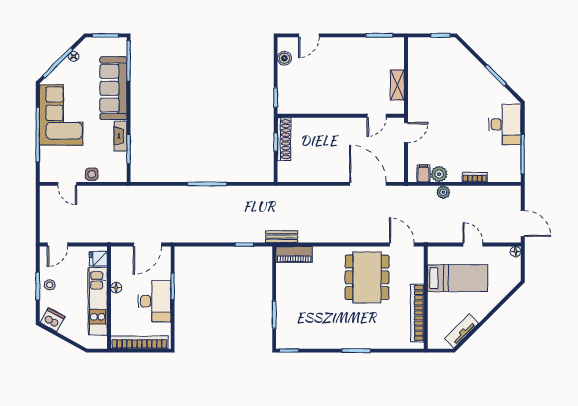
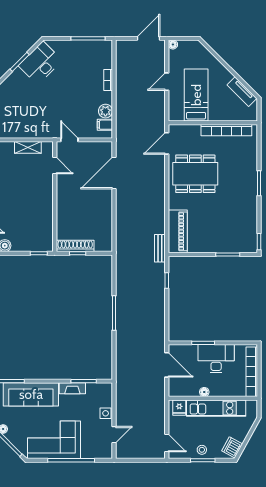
desk: (505, 124) -> (40, 63), moved, turned -45
plant: (443, 192) -> (121, 107), removed
piano: (294, 254) -> (178, 231), width x1.37, depth x1.33

